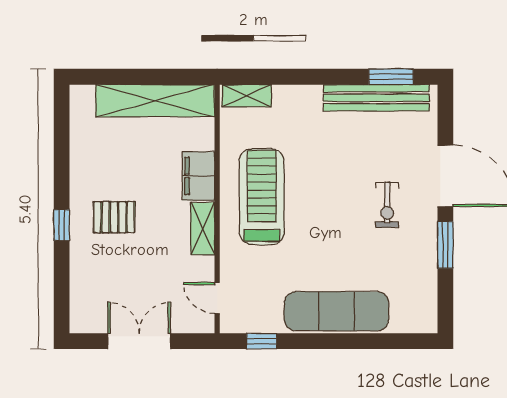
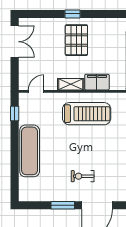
pallet: (114, 217) -> (76, 40), width x1.50, depth x1.42
double door: (139, 341) -> (15, 42), moved

